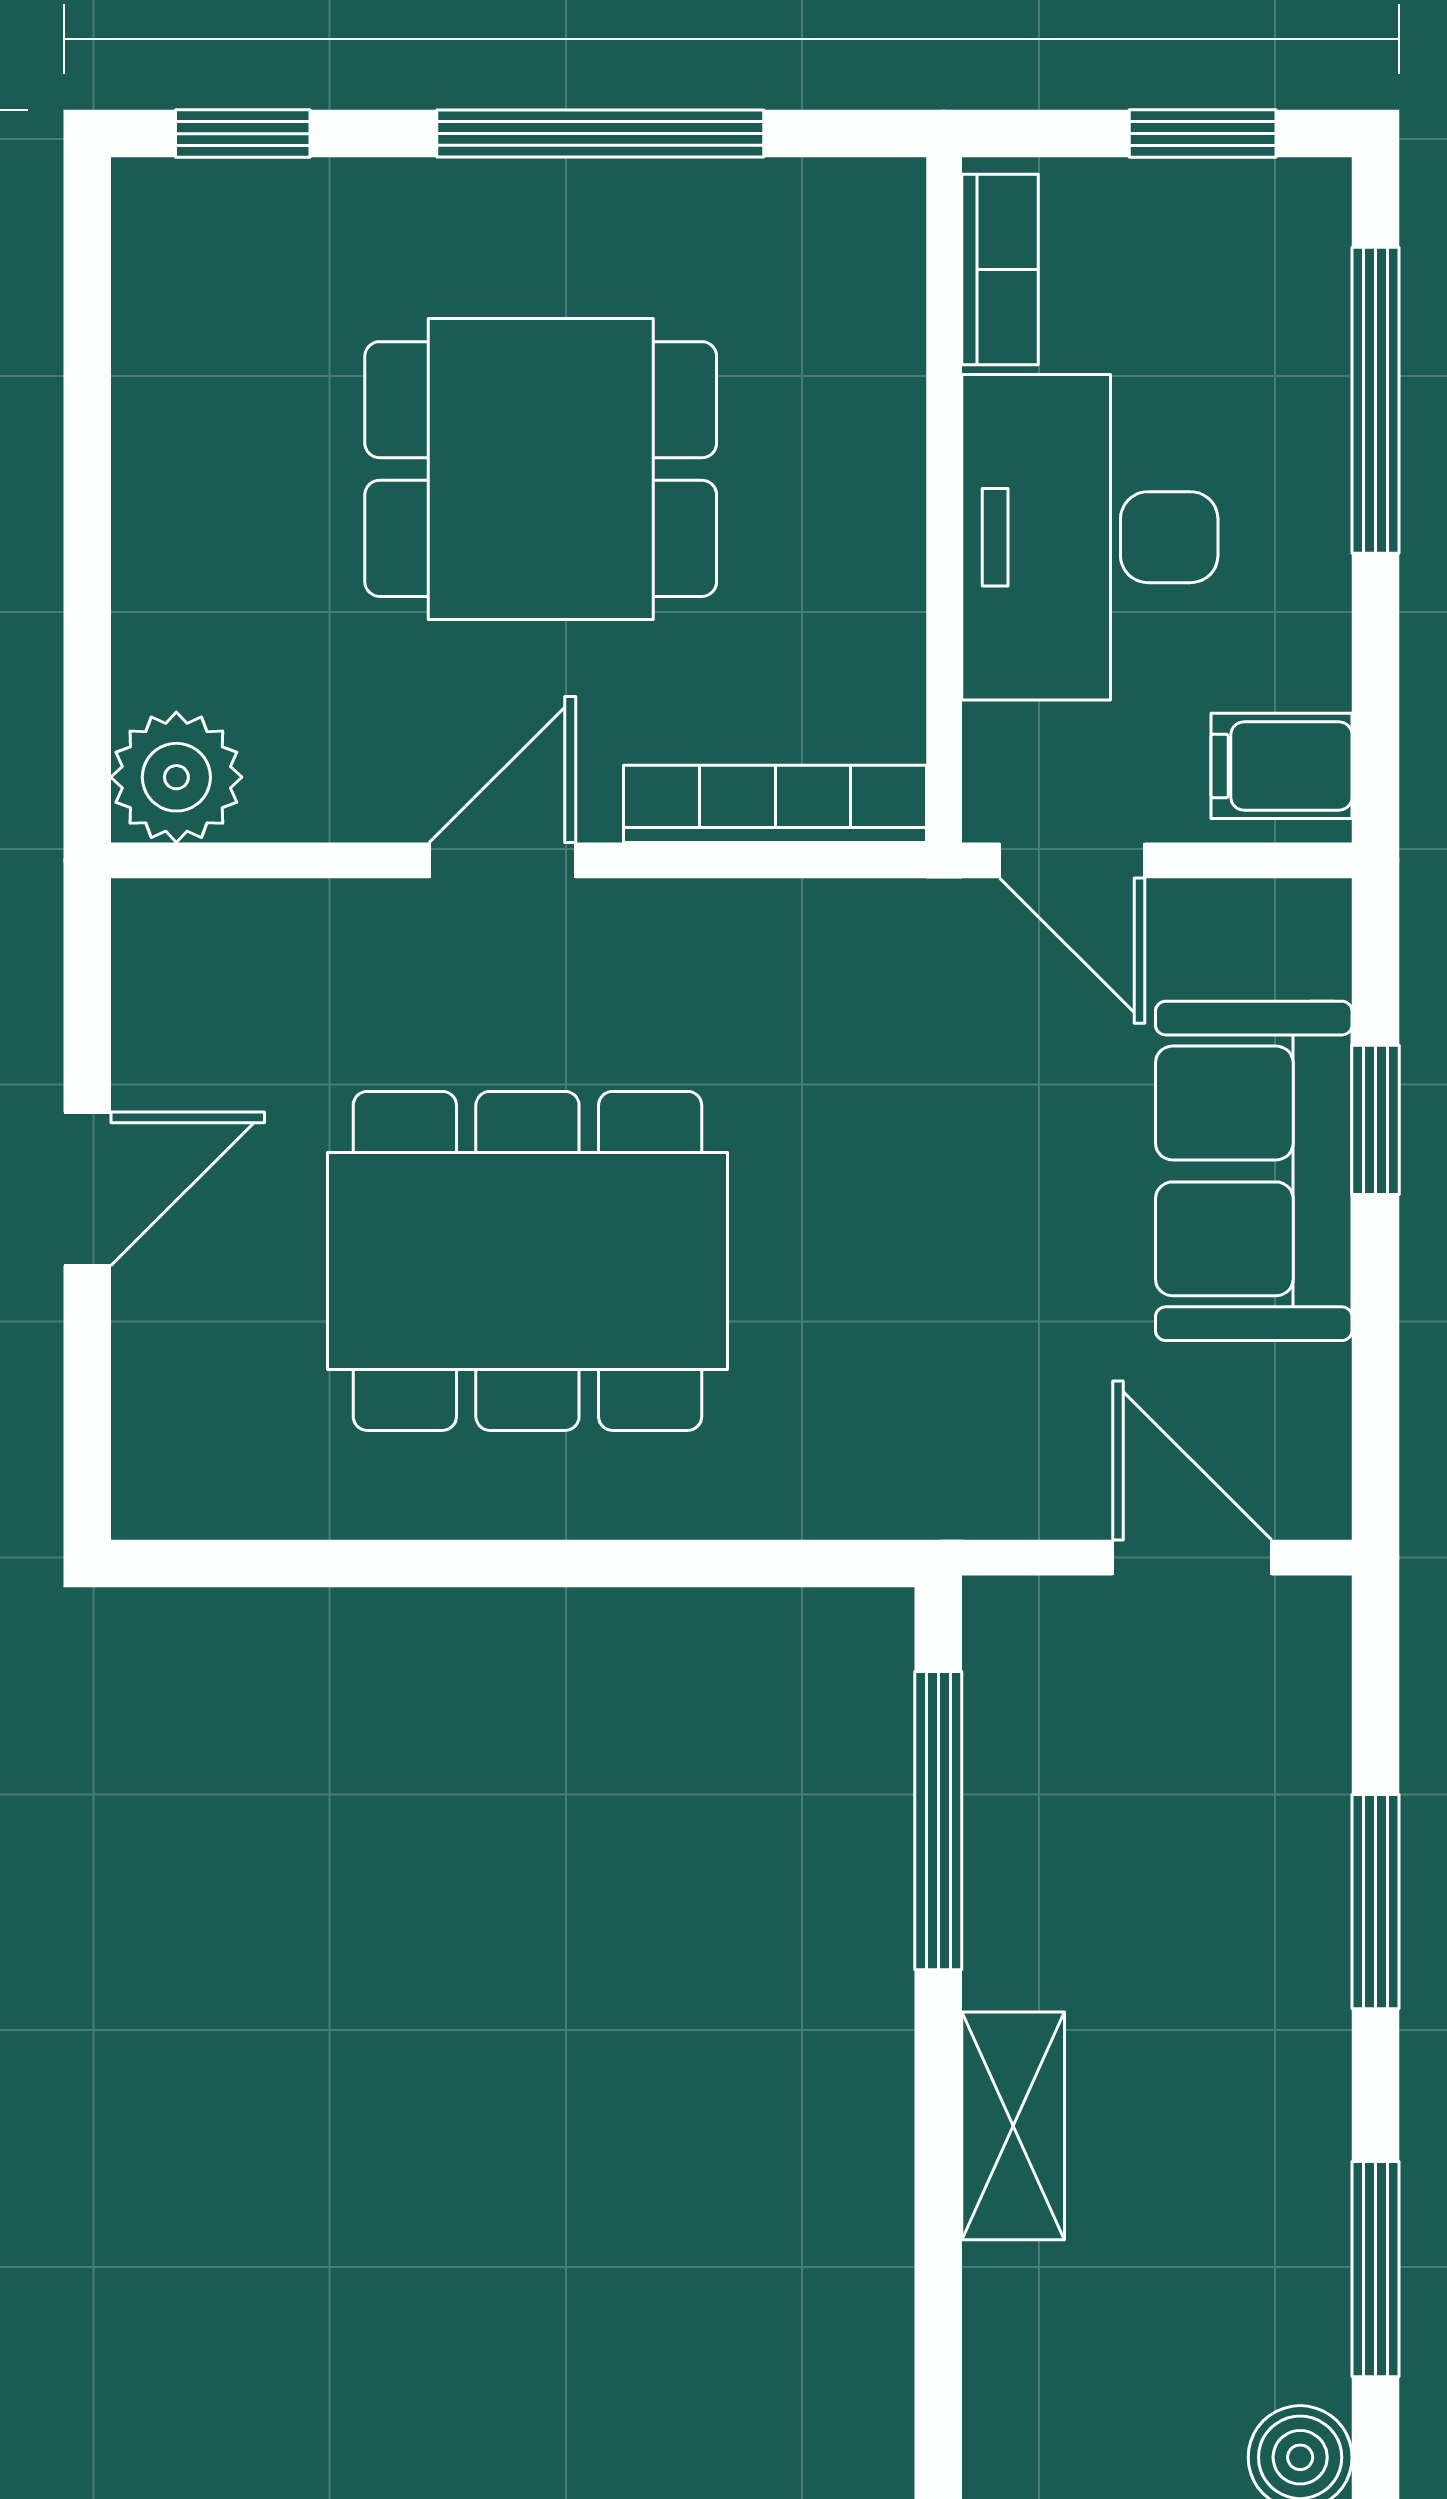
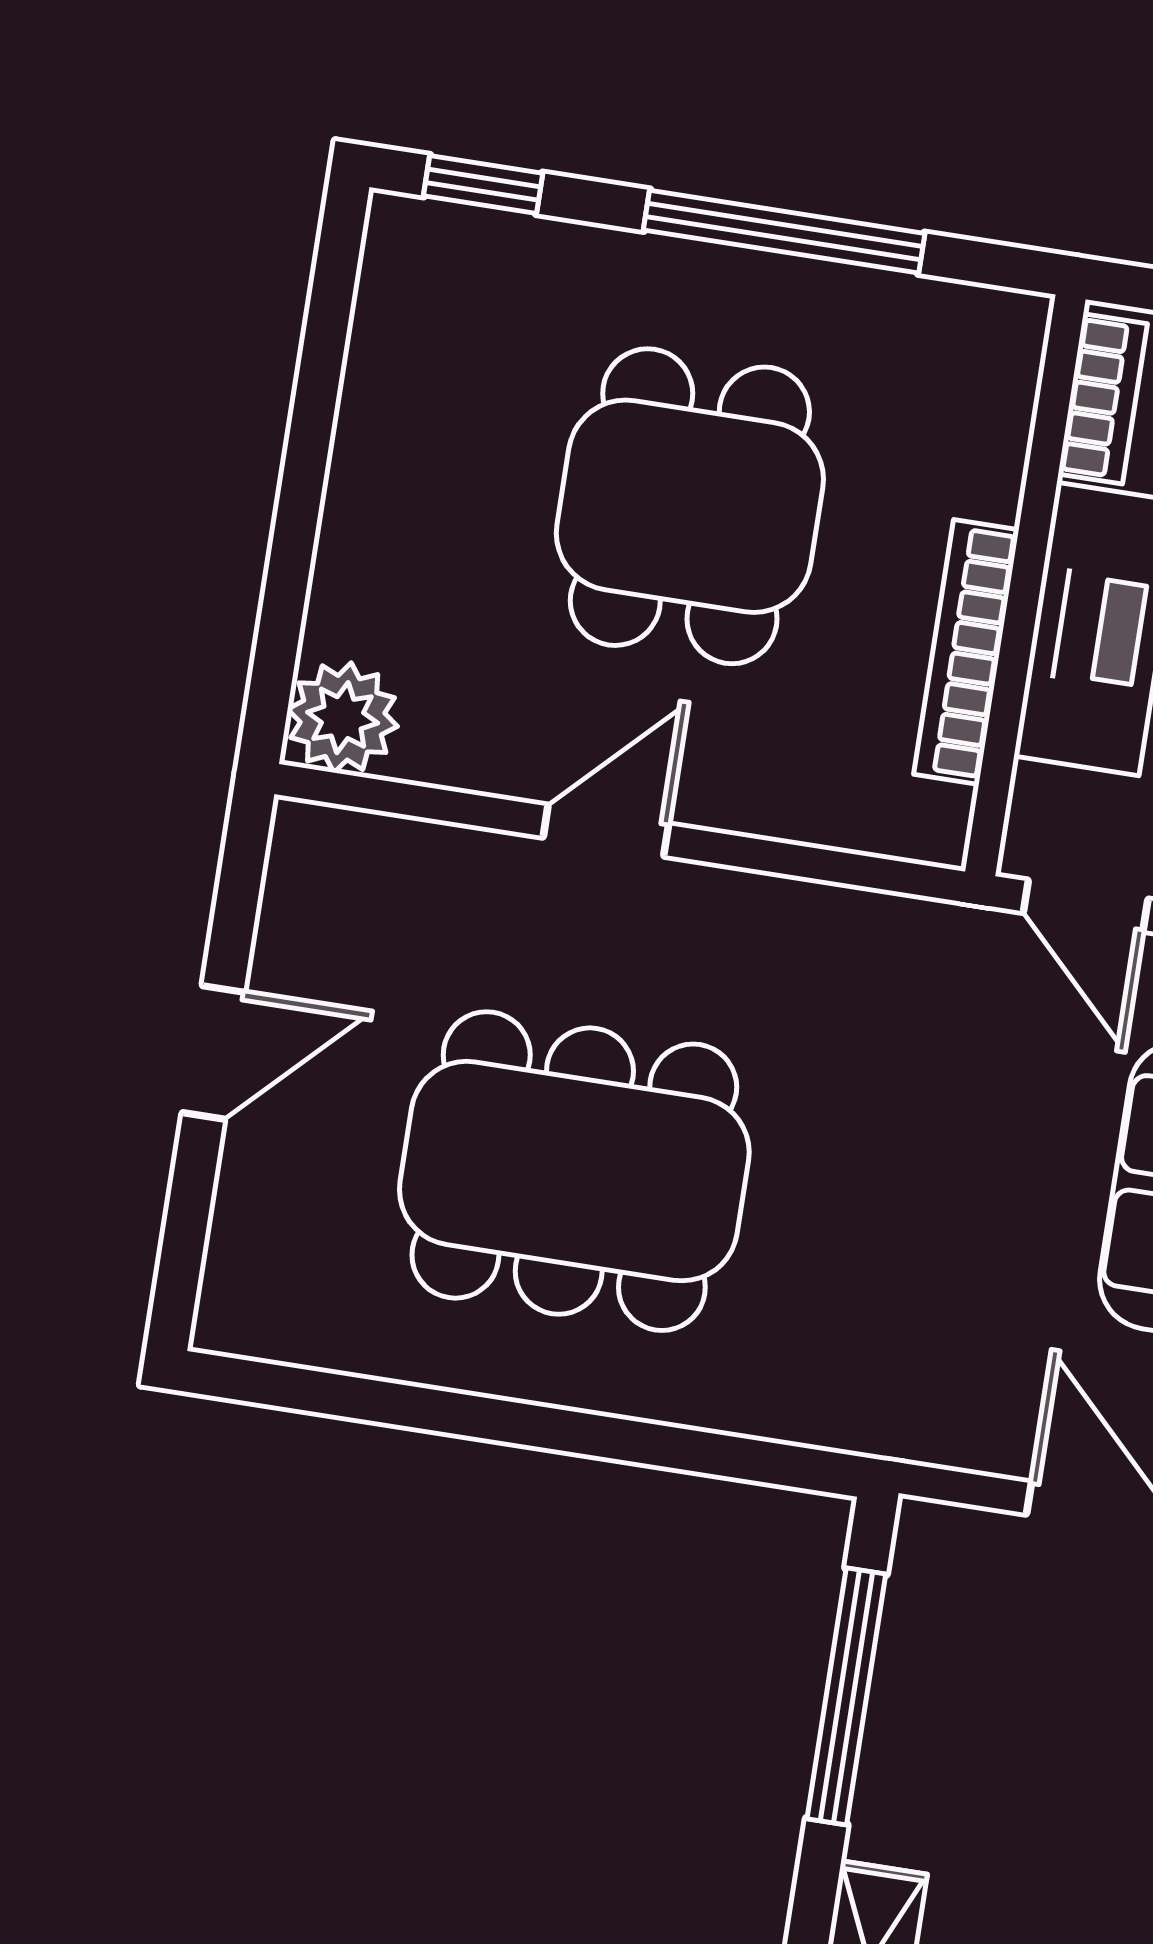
dining table: (541, 469) -> (690, 506), turned 90
bookcase: (775, 804) -> (966, 652), moved, turned -90

